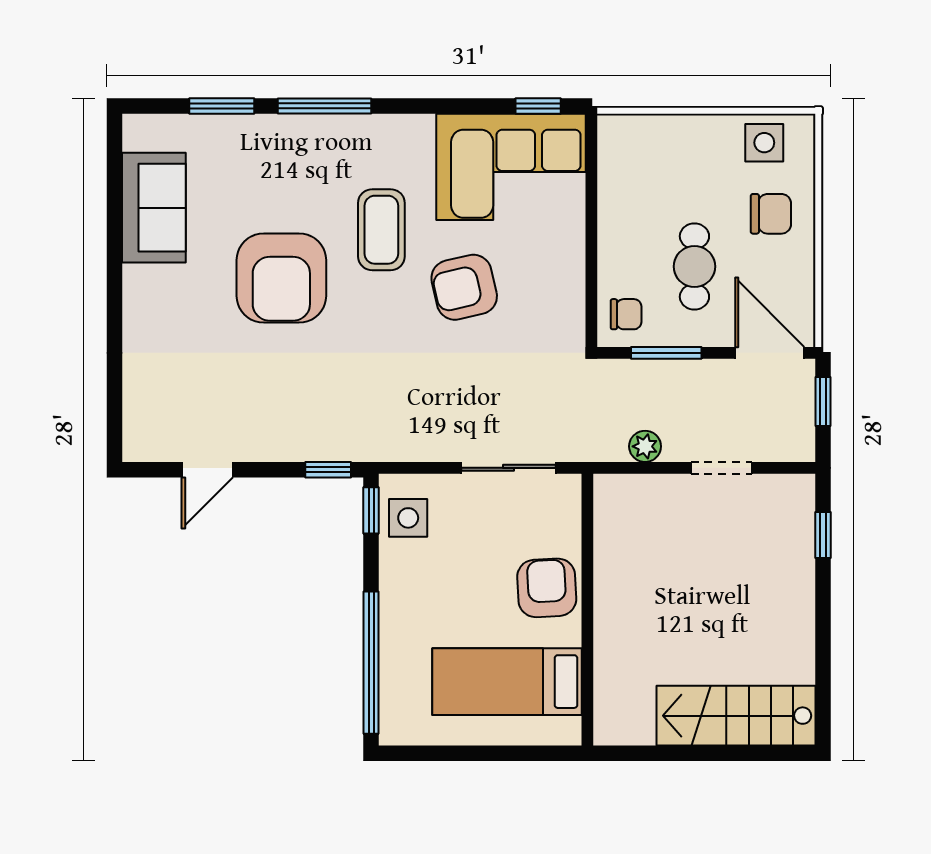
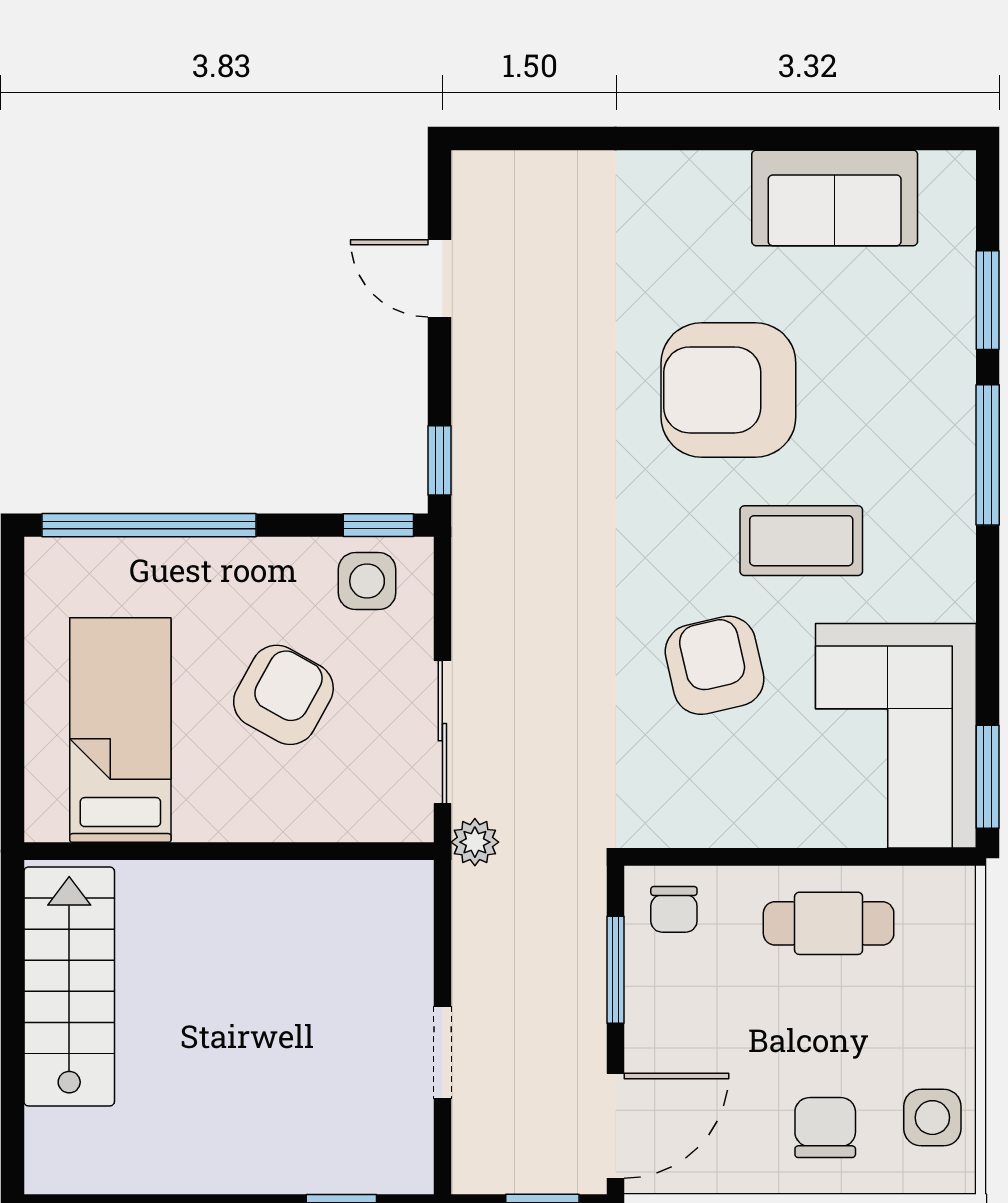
window: (538, 106) -> (988, 777), width x1.50
chair: (771, 214) -> (825, 1128), turned 180
cafe table: (694, 266) -> (829, 923), moved
plant: (645, 446) -> (475, 842), moved
armchair: (547, 588) -> (283, 695), moved, turned -58
stairs: (736, 716) -> (69, 986), moved

